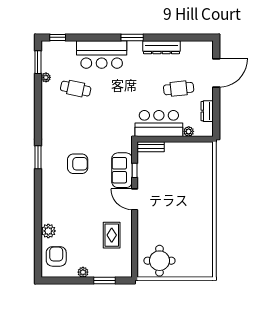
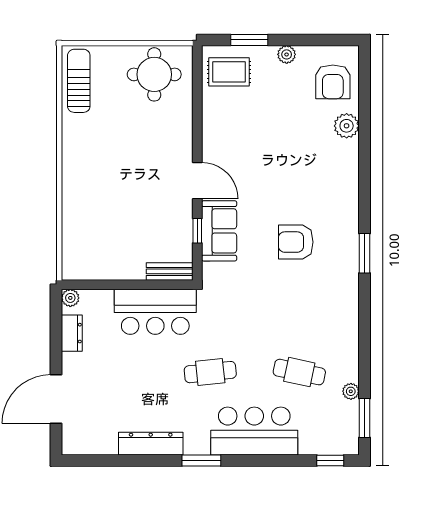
cafe table: (179, 89) -> (210, 372), moved
plant: (189, 131) -> (70, 298), moved
rug: (112, 235) -> (229, 72), moved, turned 90
sun lounger: (203, 257) -> (79, 81), added

